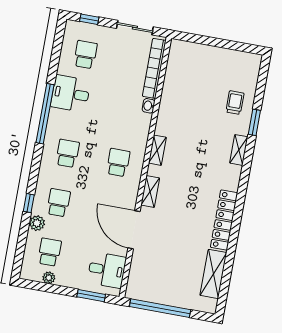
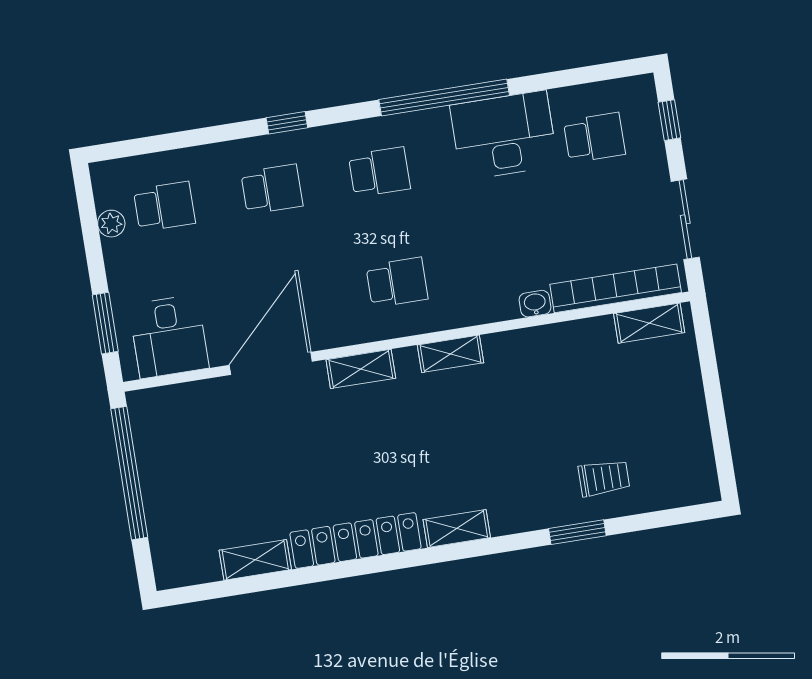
shelving: (174, 59) -> (649, 323), added
desk: (71, 94) -> (504, 135), width x1.37
shelving: (239, 150) -> (457, 529), moved
window: (29, 203) -> (287, 123), moved
plant: (37, 223) -> (215, 160), removed
shelving: (213, 274) -> (255, 560), width x0.67, depth x0.75

